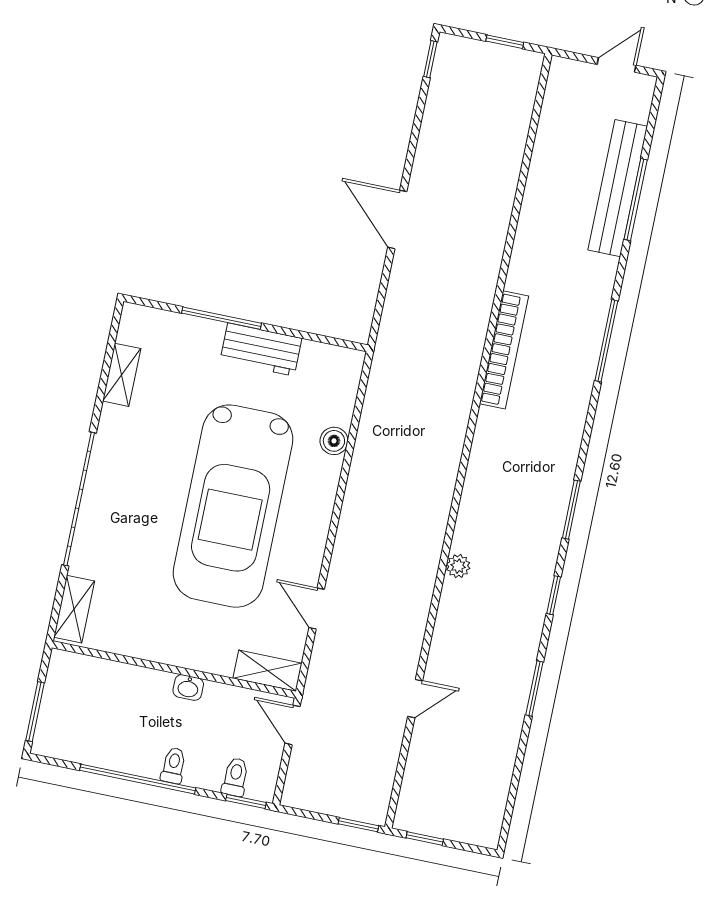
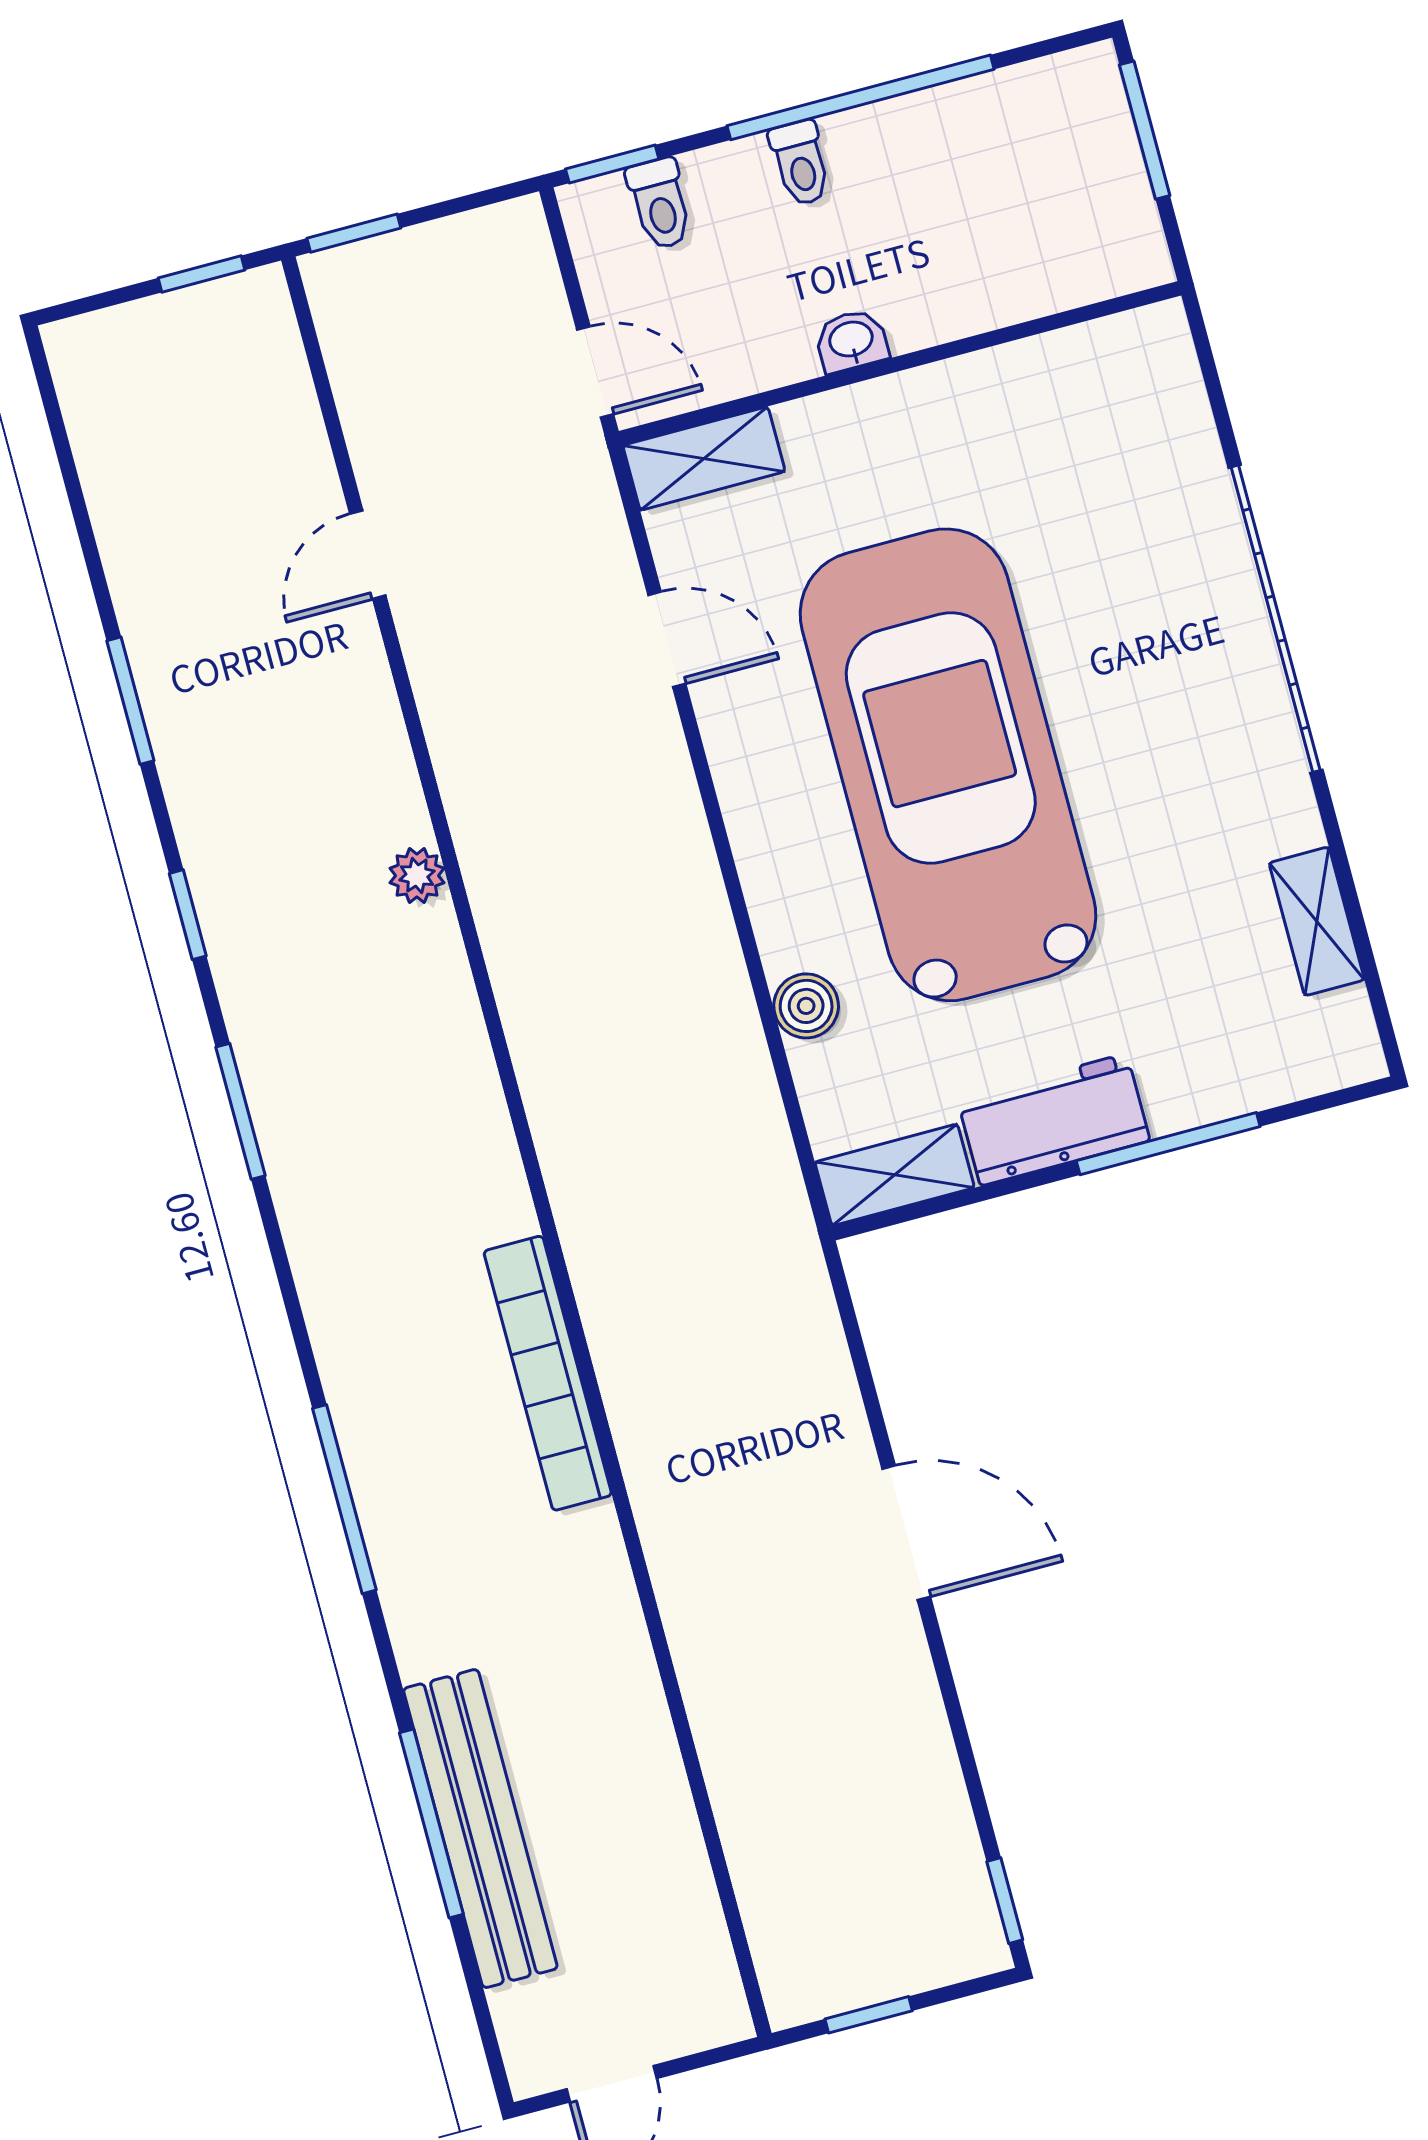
shelving: (74, 609) -> (895, 1175), moved, turned 90

